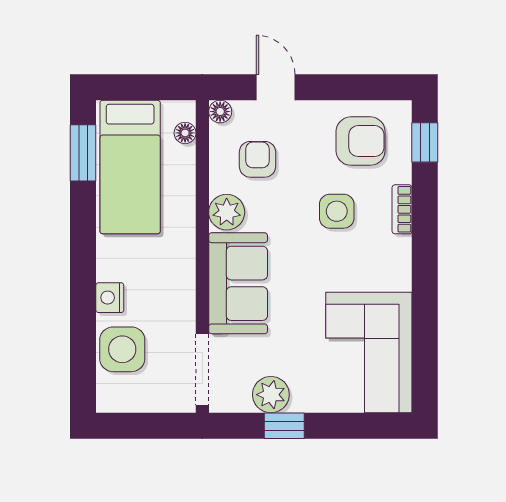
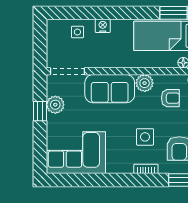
side table: (122, 349) -> (77, 32), width x0.54, depth x0.54

